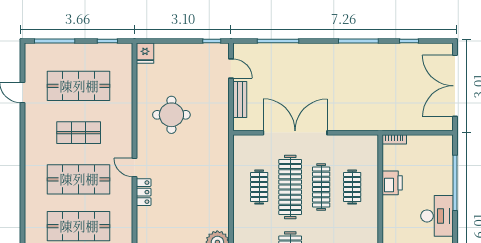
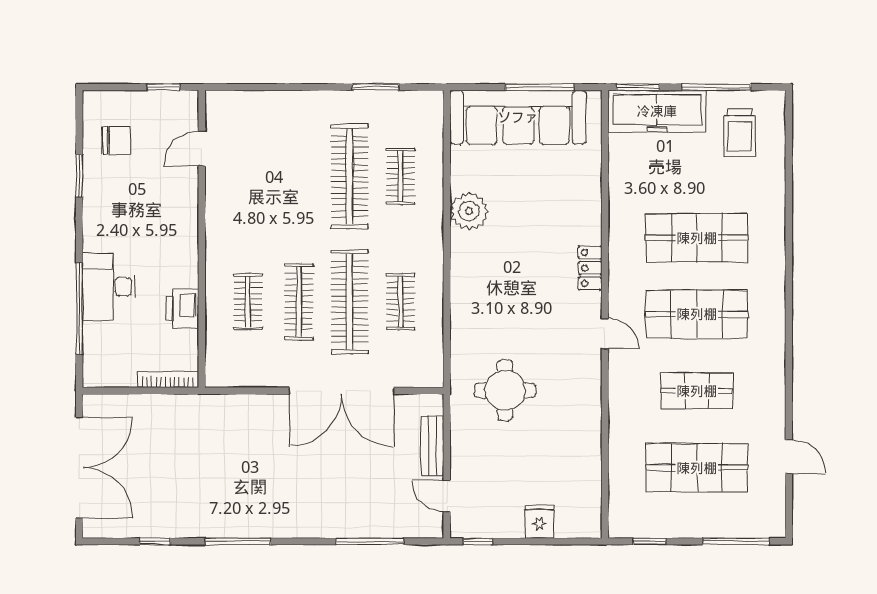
fridge: (145, 53) -> (539, 522), moved
round table: (171, 115) -> (505, 390), moved
bookcase: (394, 139) -> (168, 380), width x1.56
locker: (144, 192) -> (590, 268), moved
desk: (437, 216) -> (109, 287), moved

